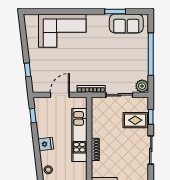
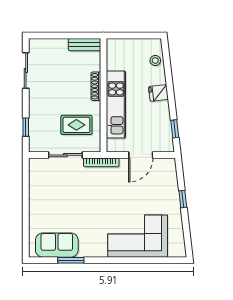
window: (151, 54) -> (26, 206), removed
window: (28, 70) -> (183, 199), moved
plant: (142, 86) -> (37, 166), removed
rug: (135, 120) -> (76, 125), moved
sliding door: (151, 150) -> (26, 71), moved

